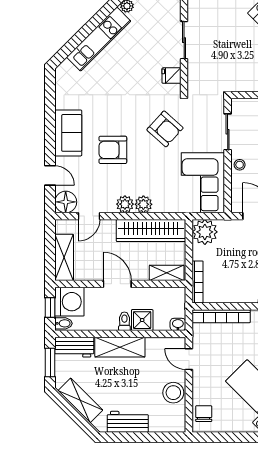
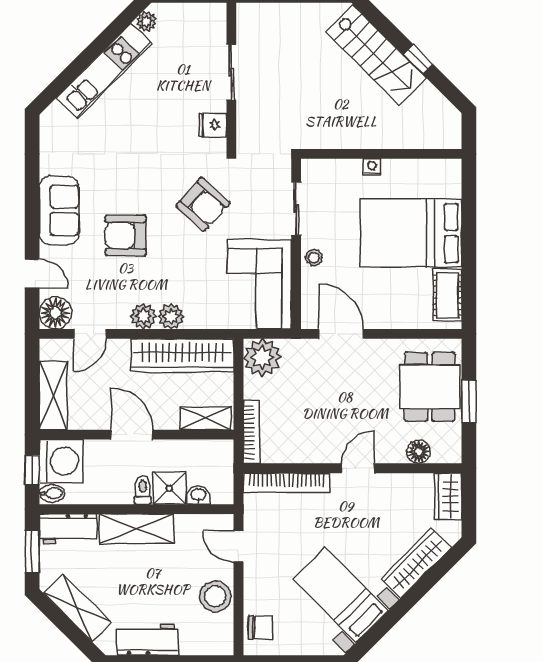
washbasin: (178, 324) -> (198, 495), moved
chair: (204, 414) -> (261, 627), turned 90

